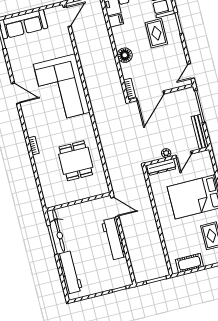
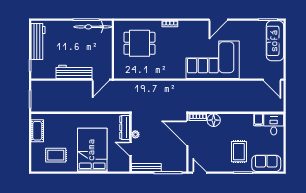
rug: (156, 33) -> (239, 152), turned 90
floor lamp: (125, 55) -> (214, 120), moved
dining table: (76, 161) -> (139, 43), moved
workbench: (70, 272) -> (38, 42), moved, turned -90

